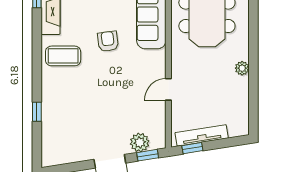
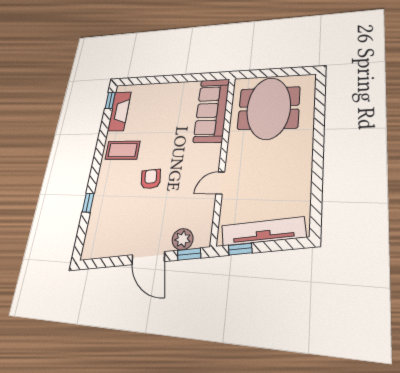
armchair: (108, 41) -> (151, 179), moved
plant: (242, 68) -> (304, 161), removed
tv unit: (202, 135) -> (263, 231), width x1.36, depth x1.29

